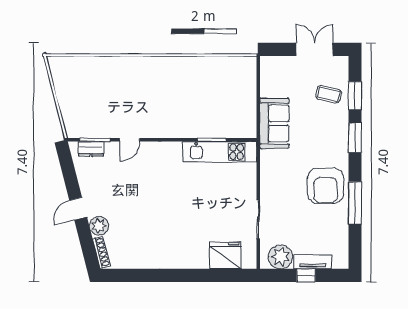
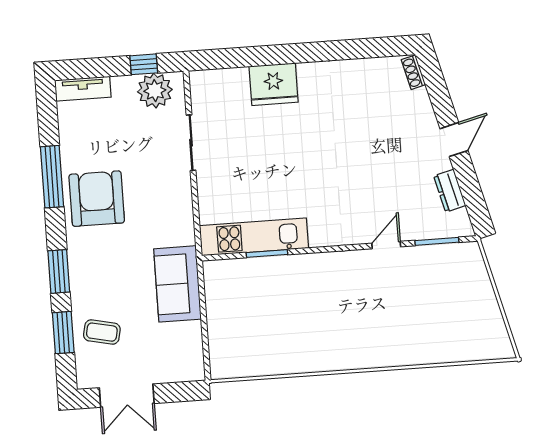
dresser: (91, 149) -> (450, 191), moved, turned -104
plant: (99, 226) -> (422, 117), removed
shoe rack: (101, 252) -> (413, 72), width x0.70
fridge: (225, 255) -> (274, 84), moved
tv unit: (313, 262) -> (83, 89), moved
window: (306, 275) -> (144, 64), moved

